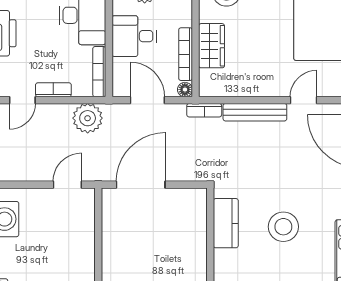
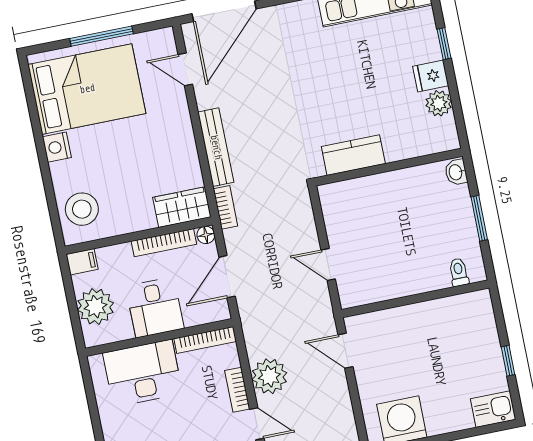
wardrobe: (212, 46) -> (182, 207), moved
door: (304, 100) -> (185, 69), moved
plant: (88, 118) -> (269, 376), moved
door: (141, 185) -> (328, 264), width x0.53
stool: (283, 227) -> (344, 87), removed

